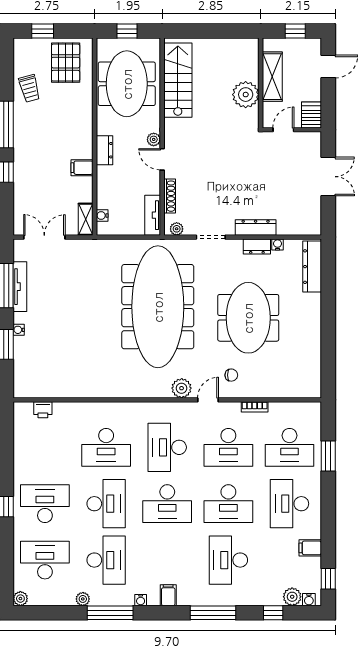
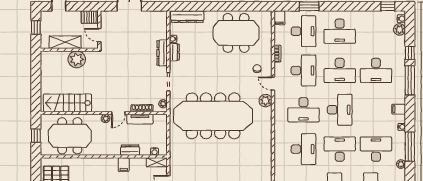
dresser: (104, 150) -> (130, 150), moved
tv unit: (153, 215) -> (140, 119), moved
meeting table: (248, 318) -> (236, 33), moved
desk: (228, 504) -> (340, 70), turned 90
filing cabinet: (310, 548) -> (279, 18), moved
window: (273, 613) -> (410, 53), moved

